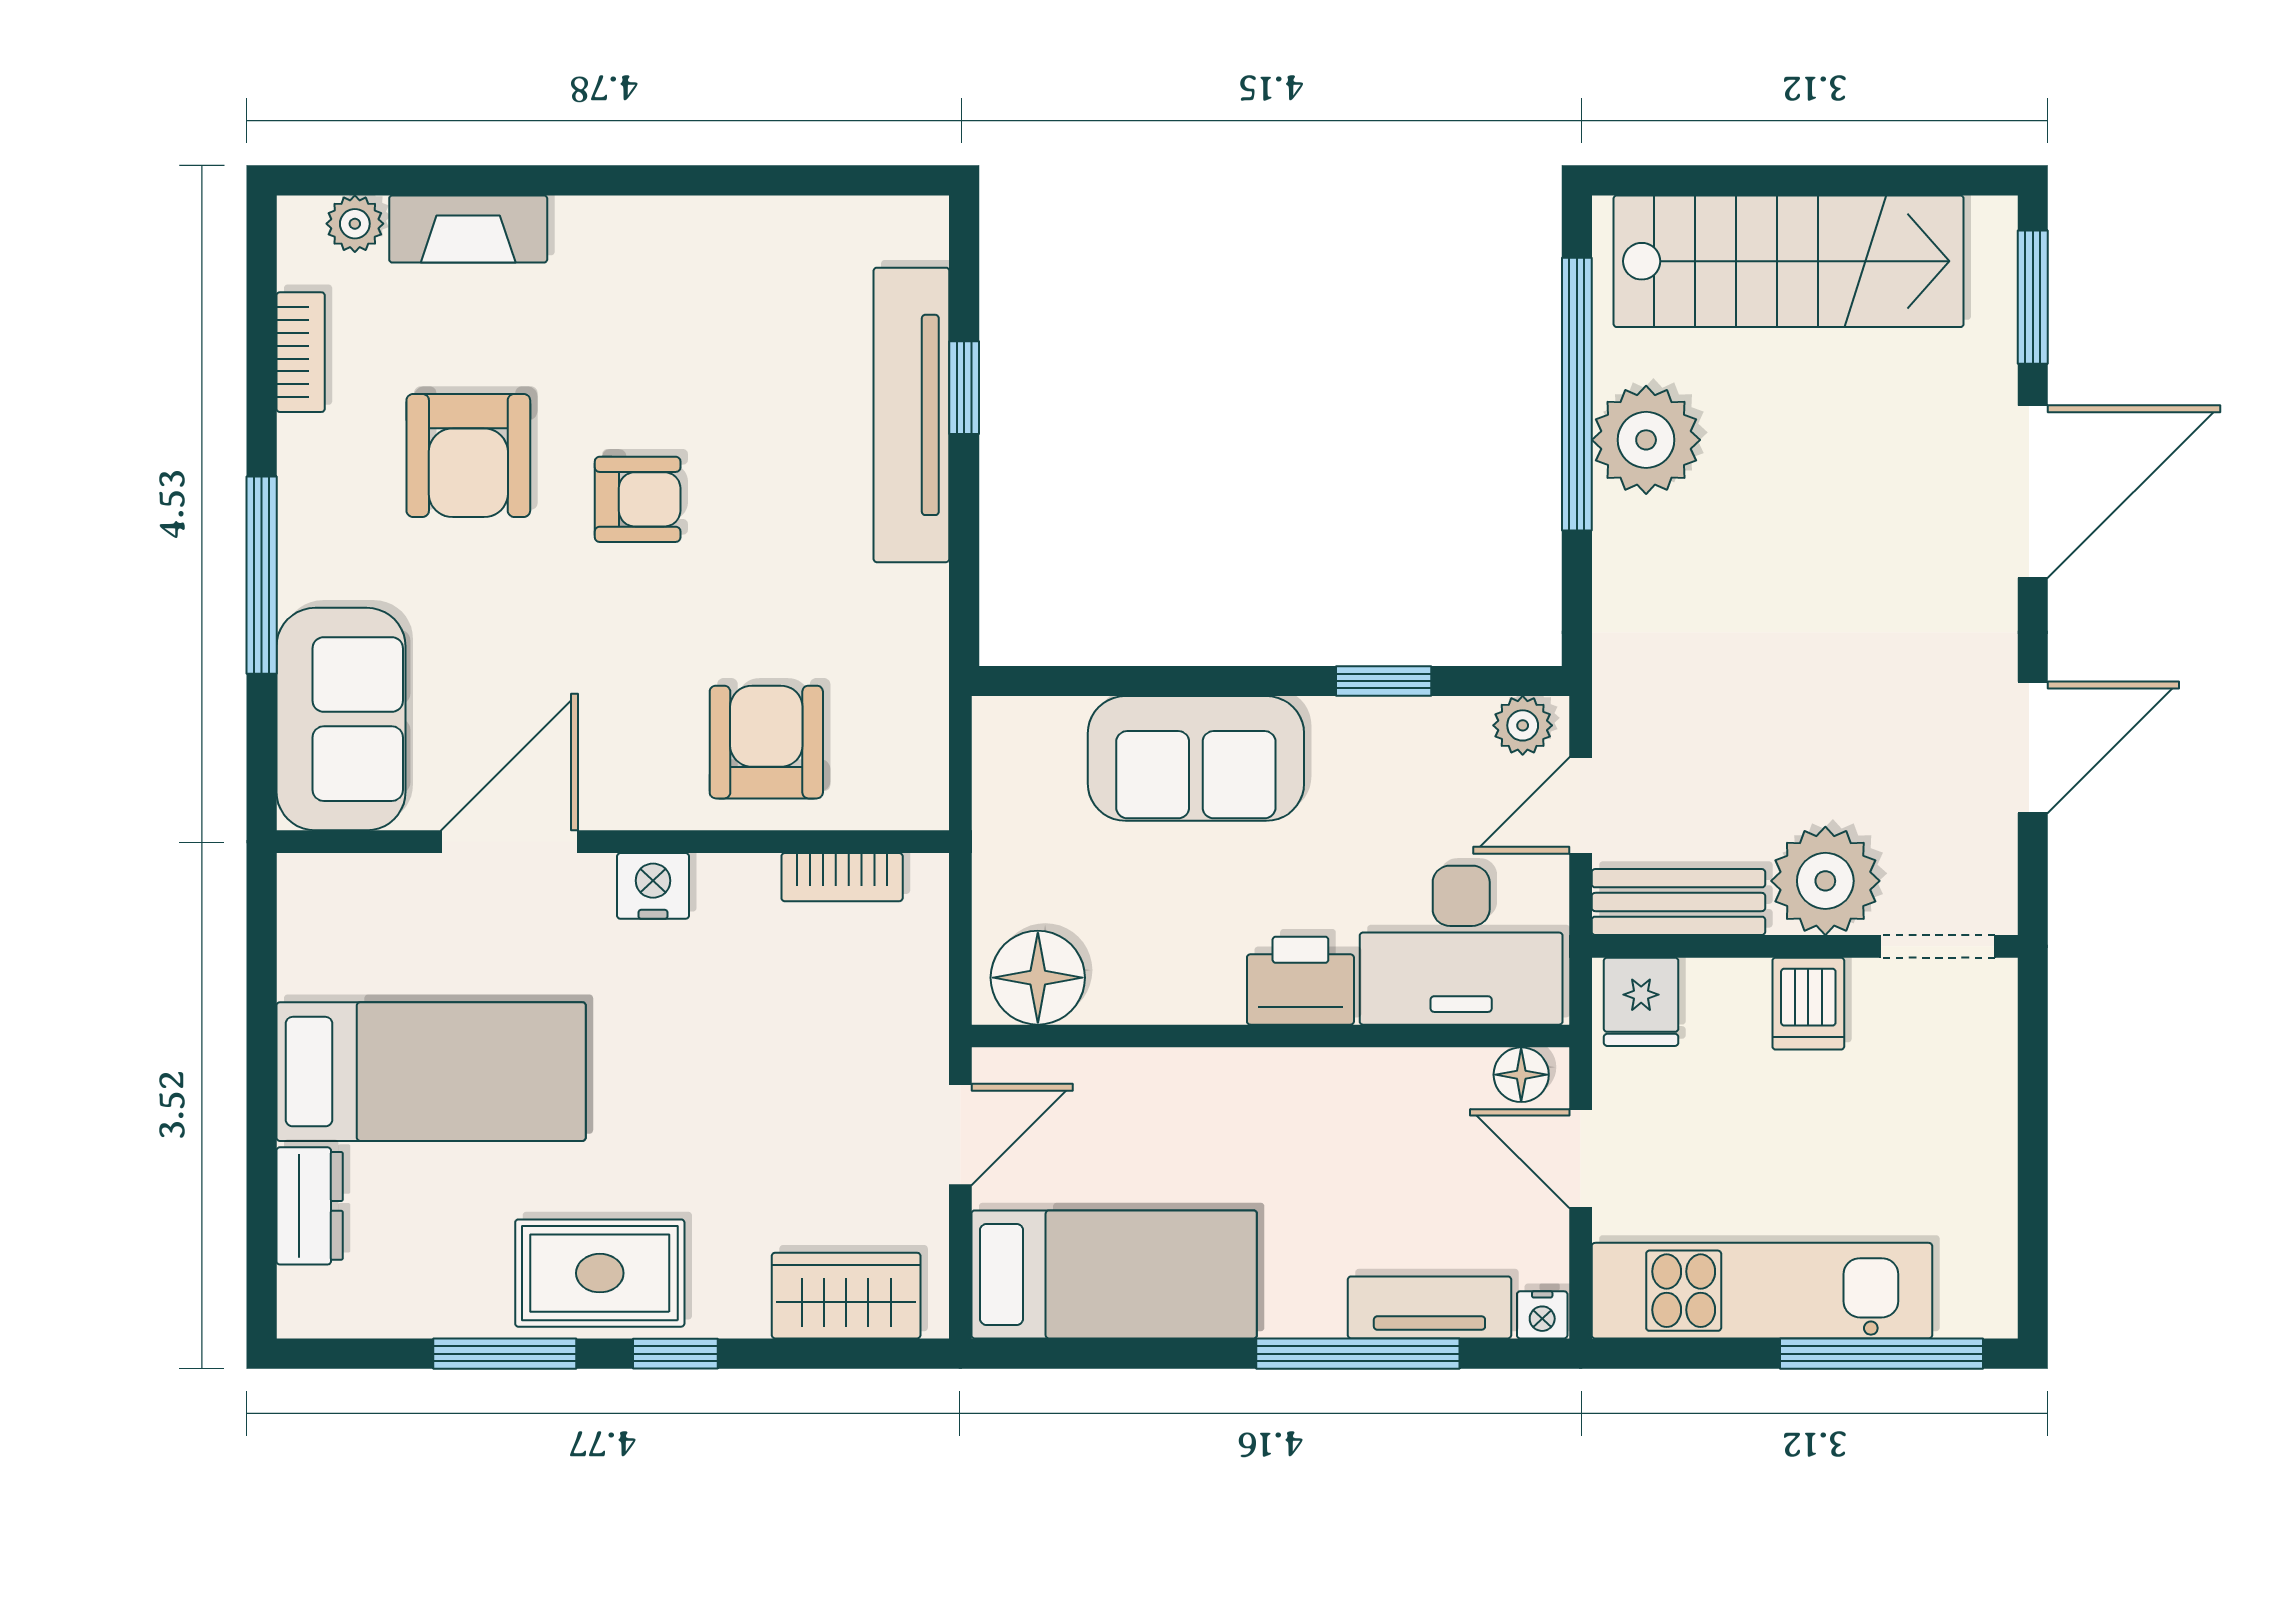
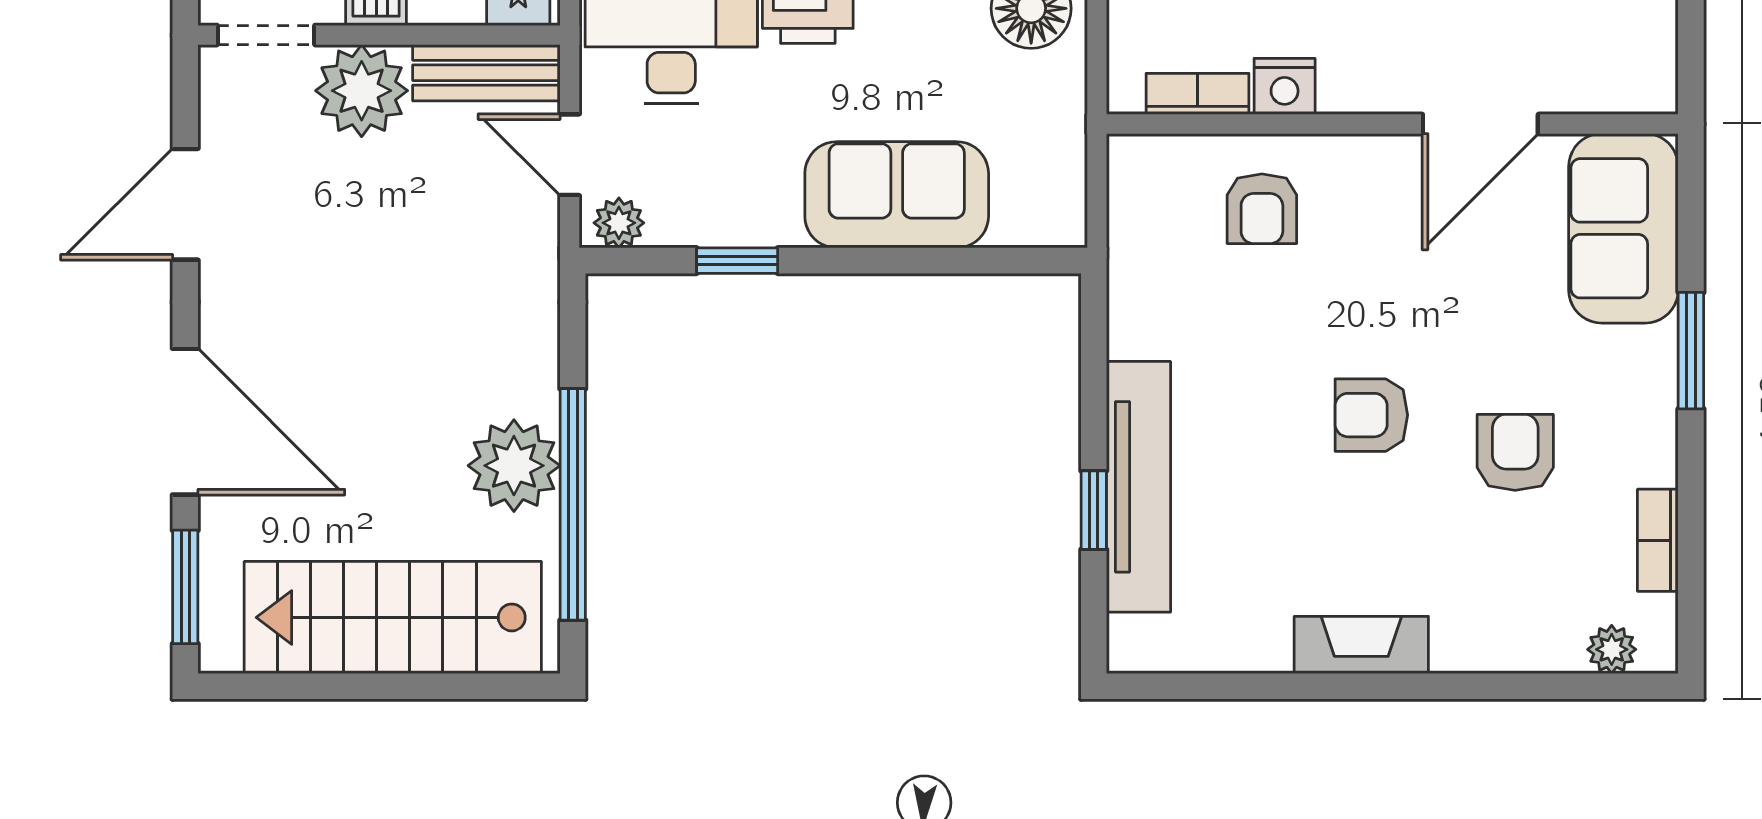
fireplace: (468, 229) -> (1361, 645), moved
armchair: (468, 455) -> (1515, 452), width x0.72, depth x0.72
door: (2033, 492) -> (185, 422), swing flipped
window: (262, 575) -> (1691, 351), width x0.69
armchair: (766, 742) -> (1262, 209), width x0.72, depth x0.72
door: (1581, 805) -> (570, 155), swing flipped
nightstand: (653, 886) -> (1285, 86), moved

